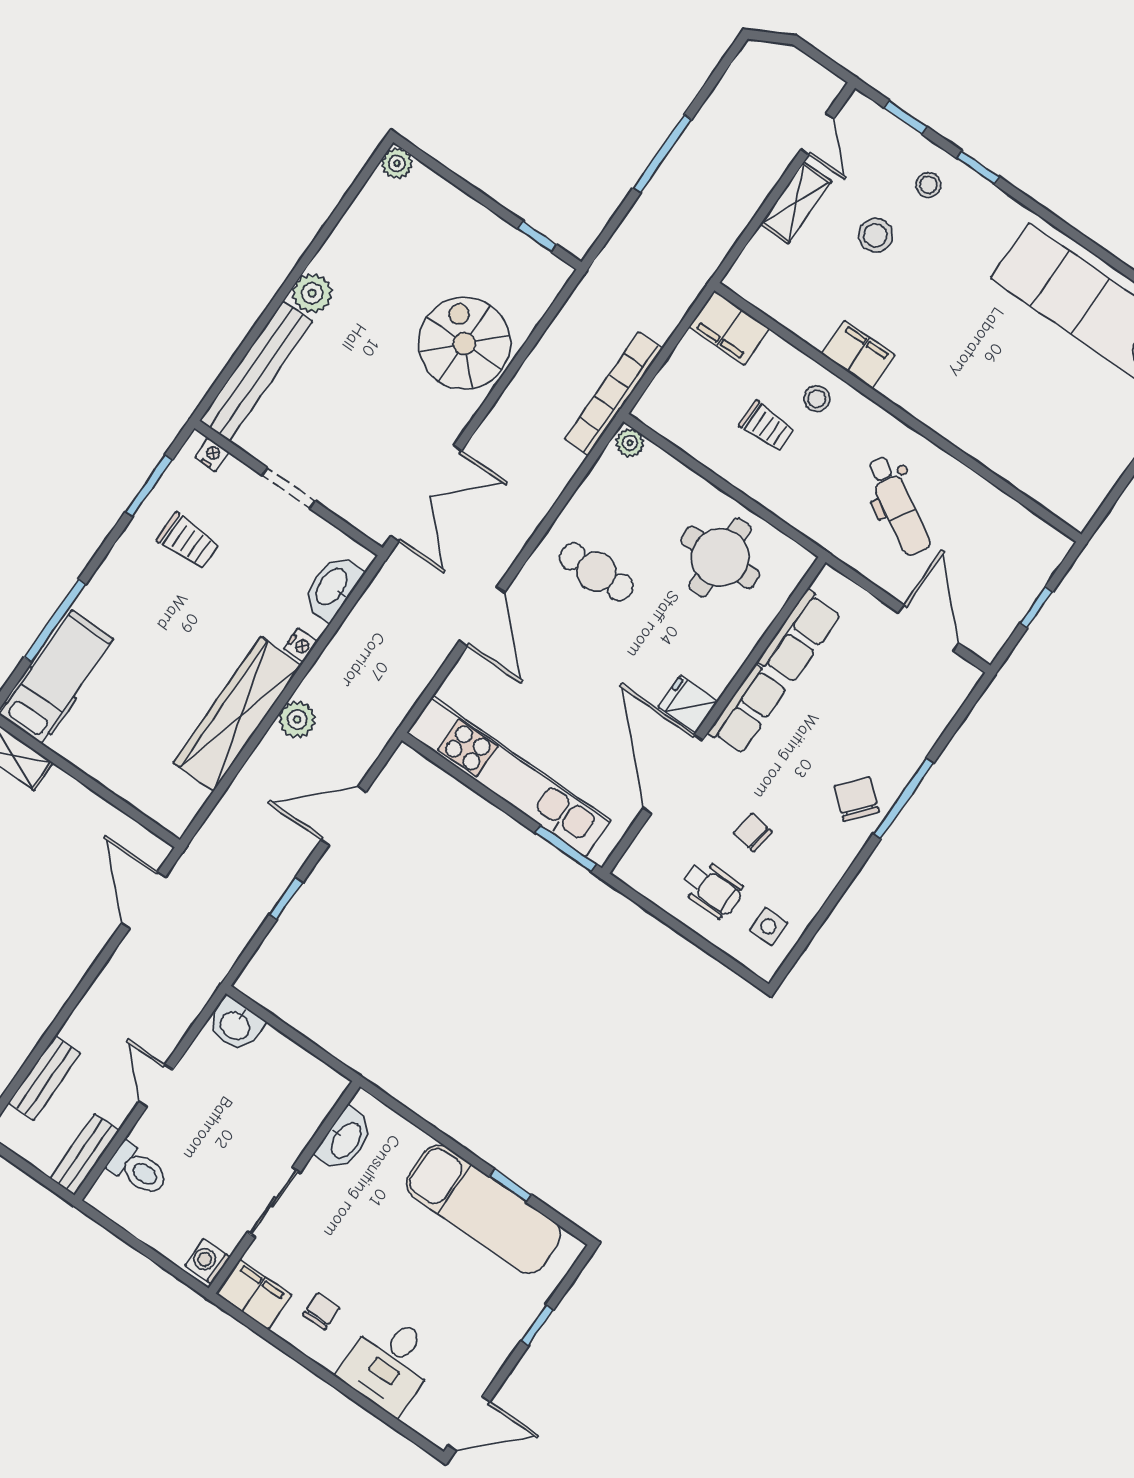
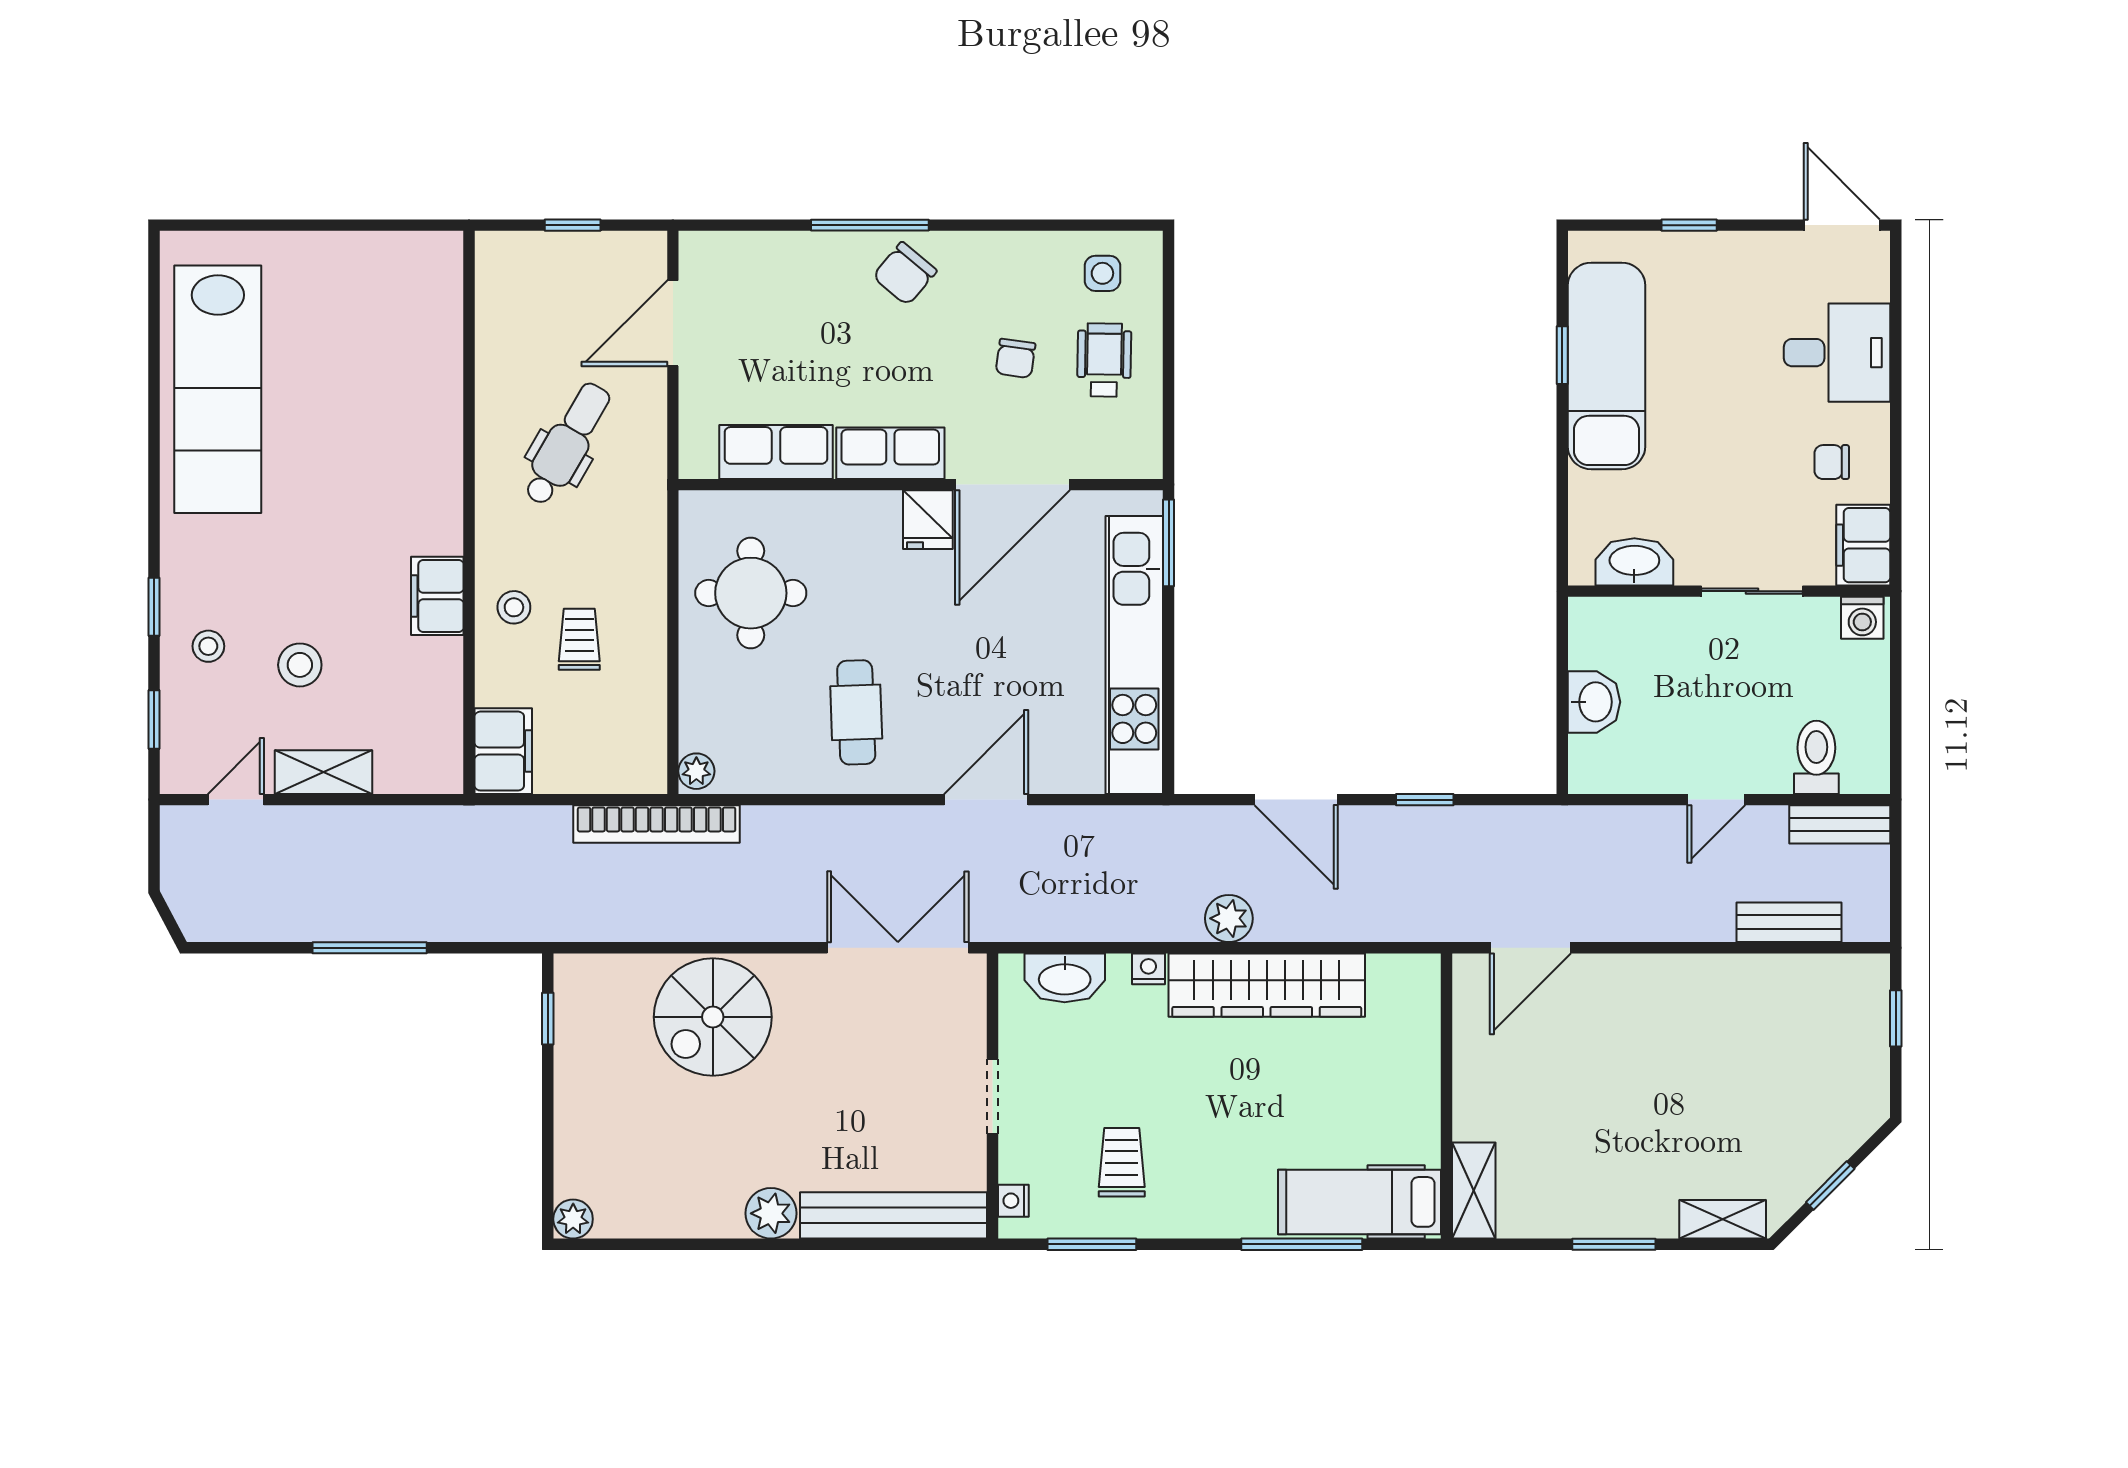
washbasin: (235, 1025) -> (1594, 702), moved

